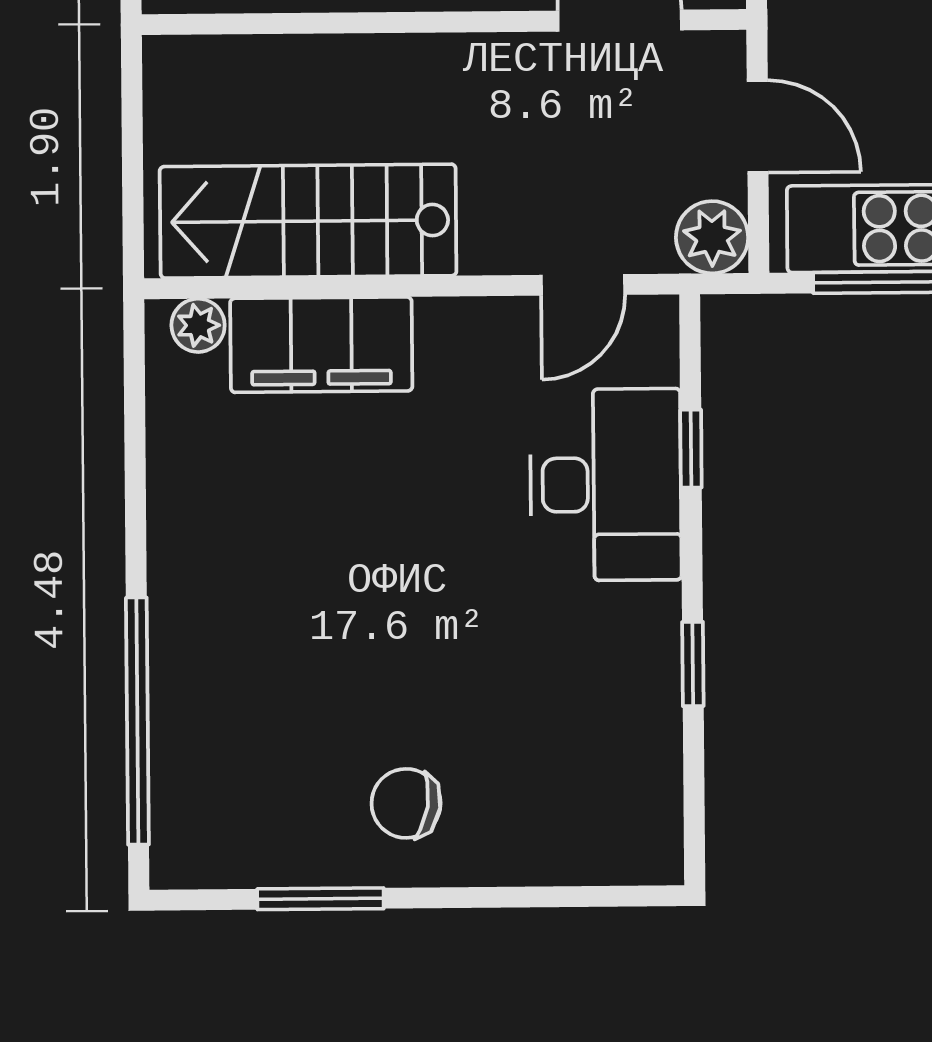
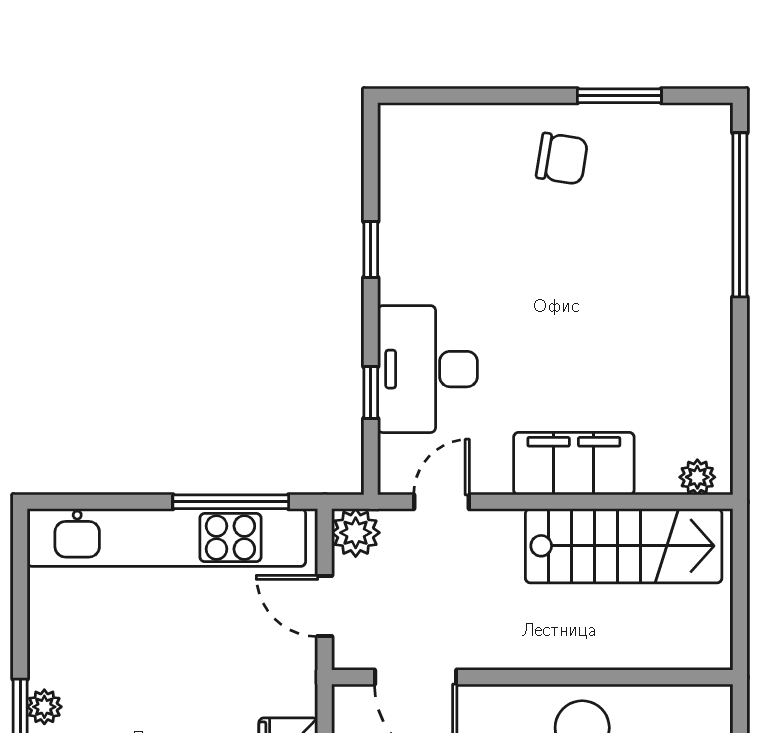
filing cabinet: (321, 345) -> (574, 464), moved

